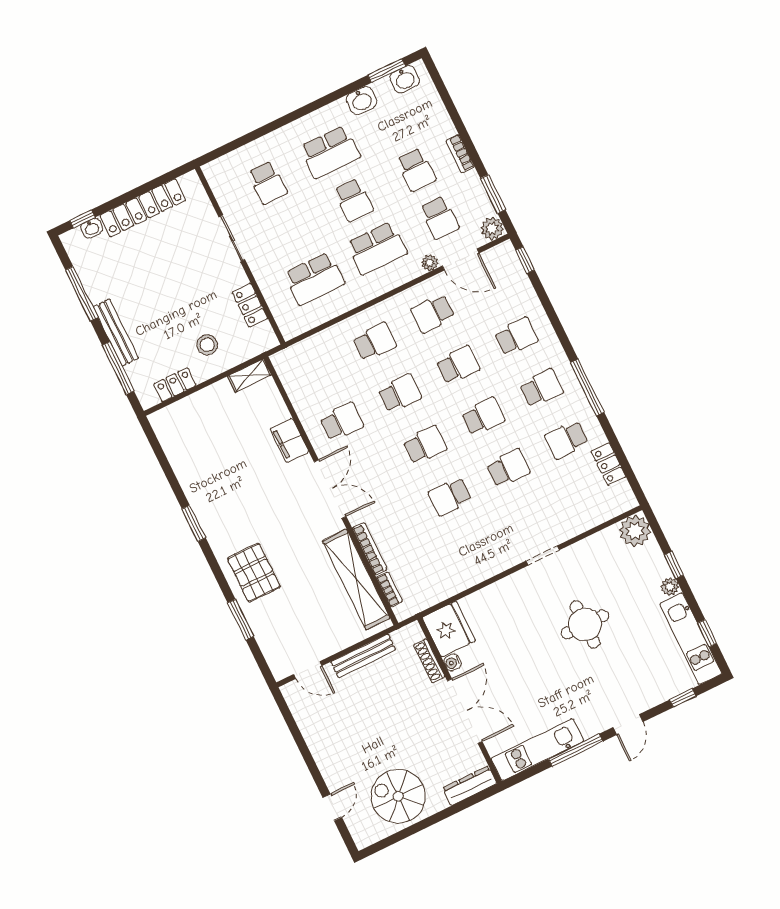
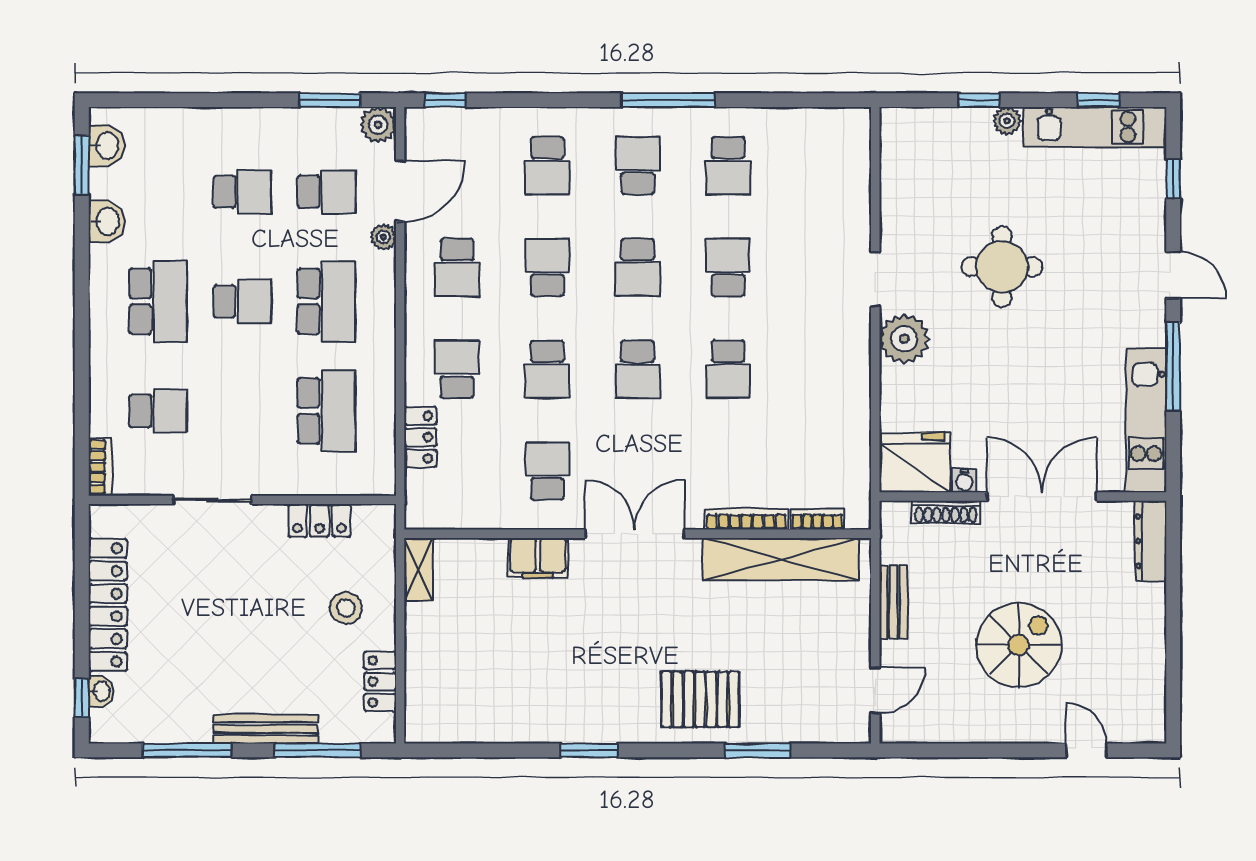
bookcase: (460, 154) -> (100, 467), moved, turned -90
school desk: (516, 337) -> (547, 166), turned 180
school desk: (400, 393) -> (547, 369), turned 180
school desk: (483, 417) -> (638, 267), turned 180
school desk: (425, 445) -> (638, 369), turned 180
locker: (608, 464) -> (420, 437), moved, turned -90
plant: (635, 531) -> (904, 339), moved
bench: (363, 656) -> (893, 602), width x0.73
spiral stairs: (398, 796) -> (1019, 645), moved, turned 180

